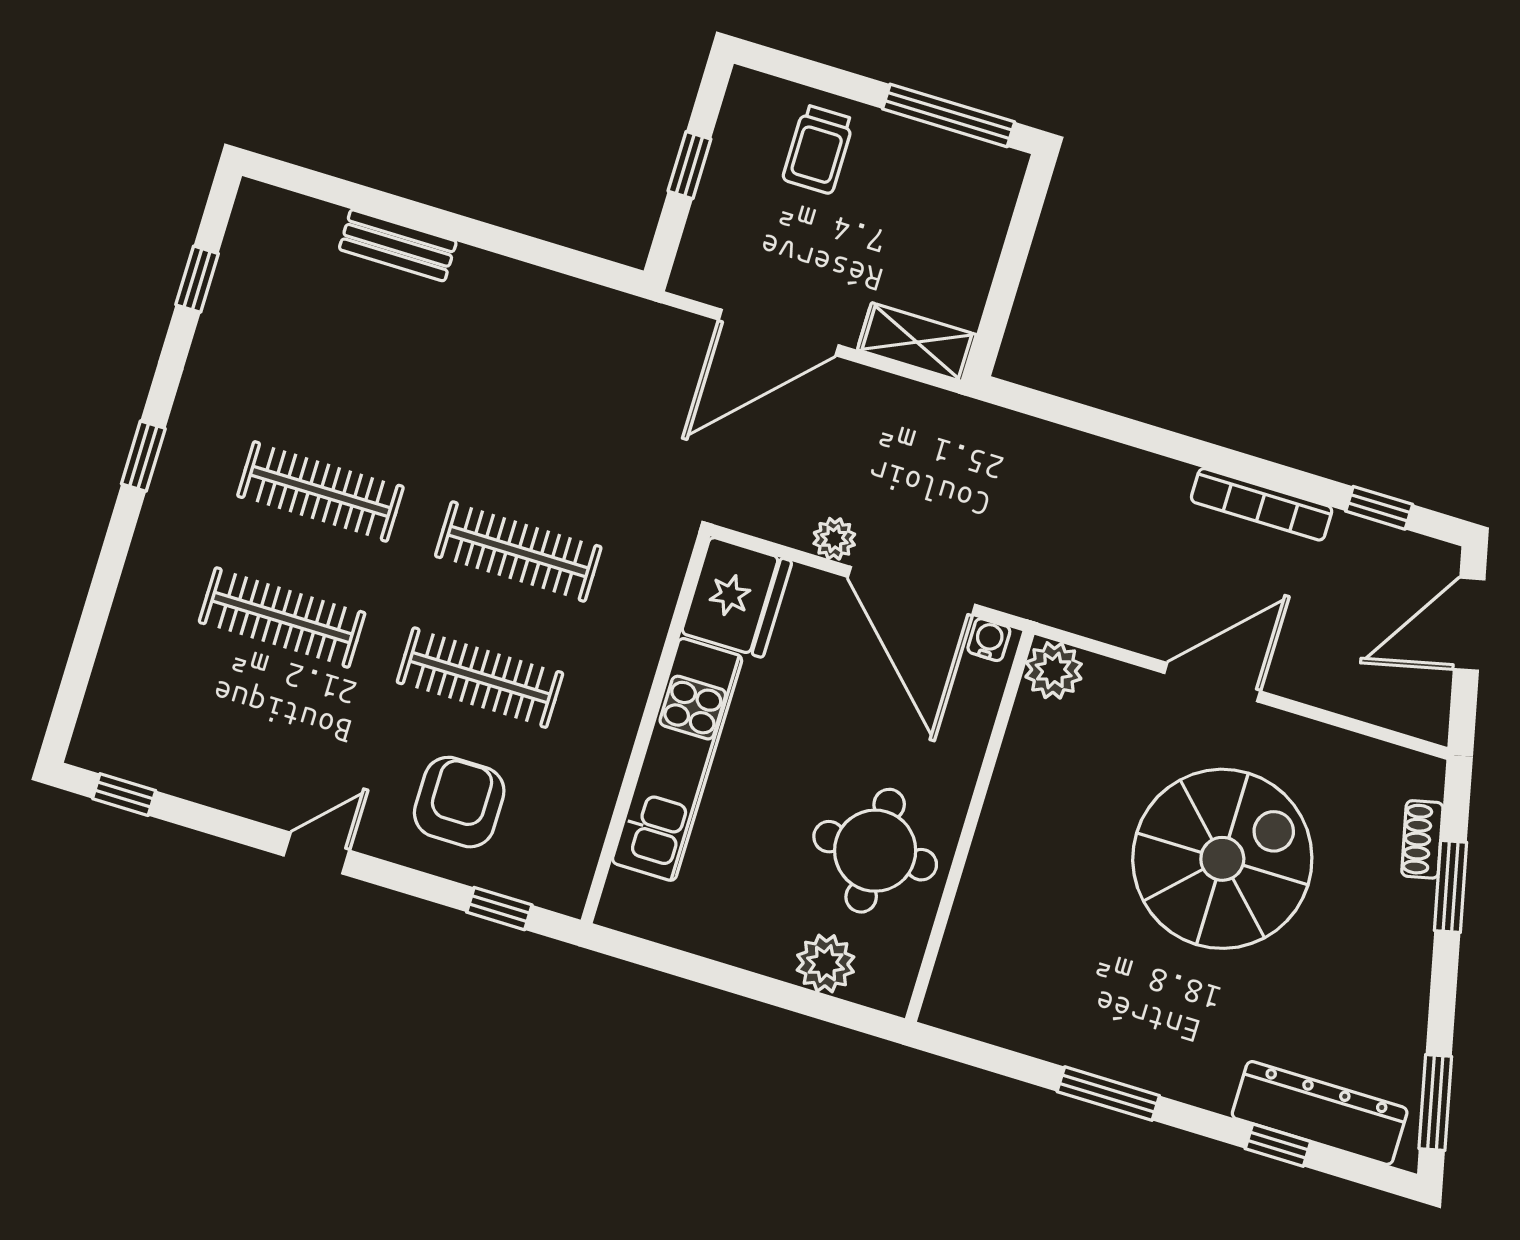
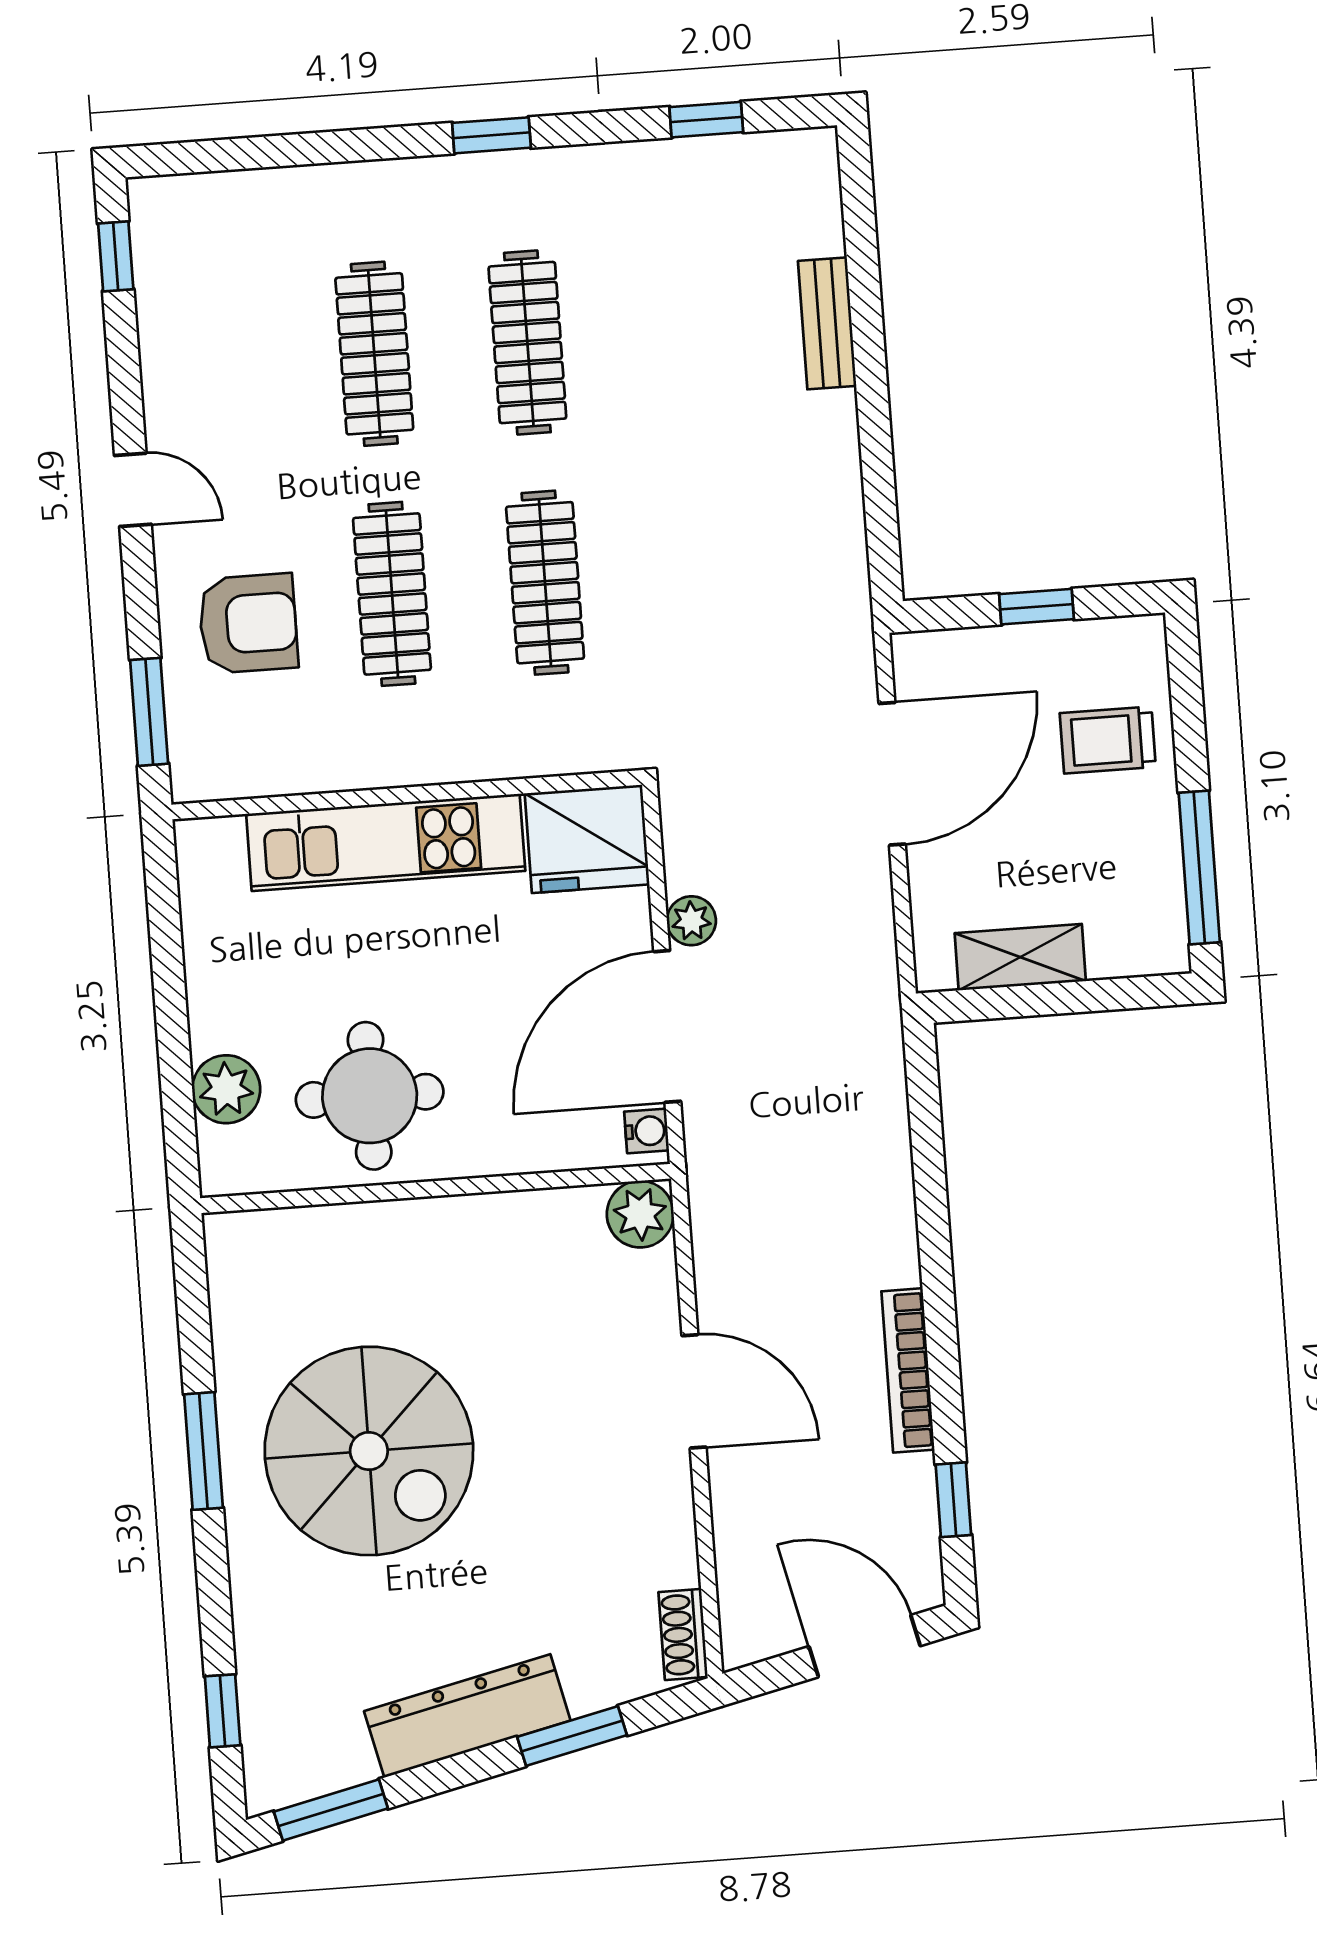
door: (779, 332) -> (892, 774), swing flipped
shelving: (917, 342) -> (1020, 957), moved, turned 90
shoe rack: (1422, 839) -> (683, 1634), moved, turned -77
spiral stairs: (1222, 859) -> (369, 1451), moved
window: (499, 909) -> (149, 712), width x1.50
dresser: (1320, 1113) -> (467, 1716), moved, turned -103
window: (1278, 1145) -> (223, 1711), moved

